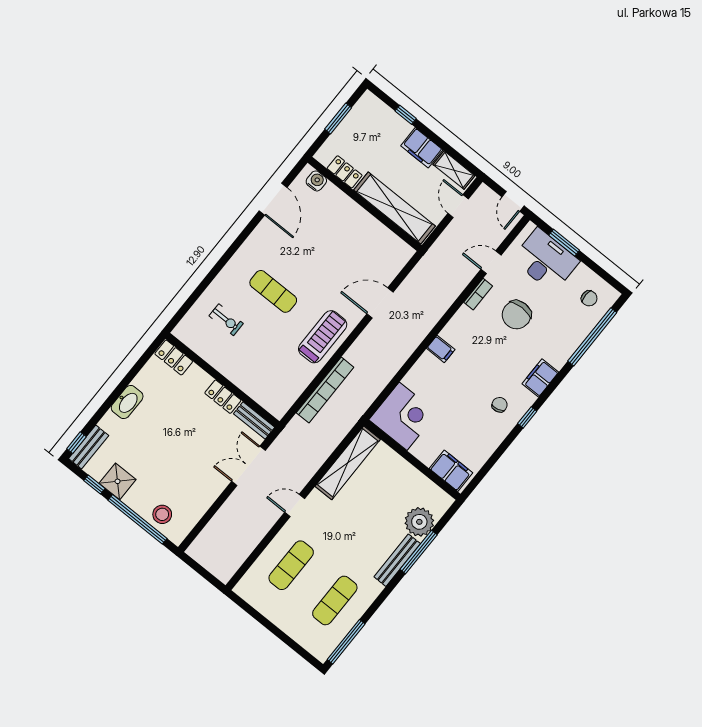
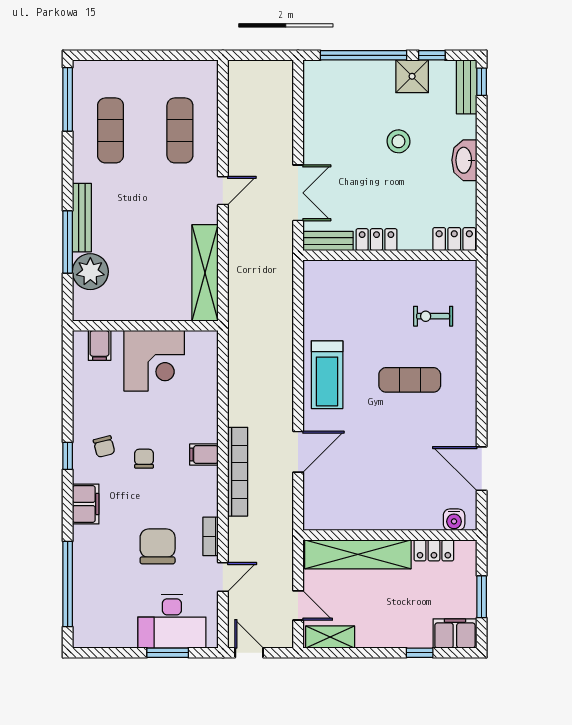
filing cabinet: (422, 148) -> (455, 633), moved
chair: (589, 298) -> (144, 459), moved, turned 90
bookcase: (325, 390) -> (238, 472), moved, turned 180
corner desk: (403, 416) -> (154, 361), moved, turned -90
filing cabinet: (451, 471) -> (100, 345), width x0.50
stool: (162, 514) -> (398, 141), moved

